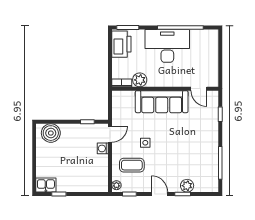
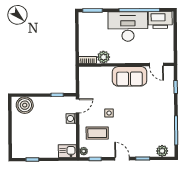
printer: (121, 44) -> (160, 20), moved, turned 90
sofa: (162, 102) -> (129, 76), width x0.73
kitchen sink: (46, 185) -> (67, 151), moved
plant: (187, 186) -> (162, 151), moved

